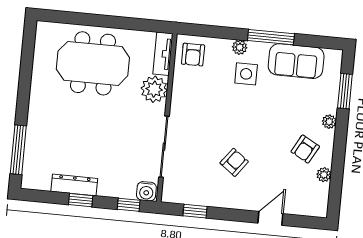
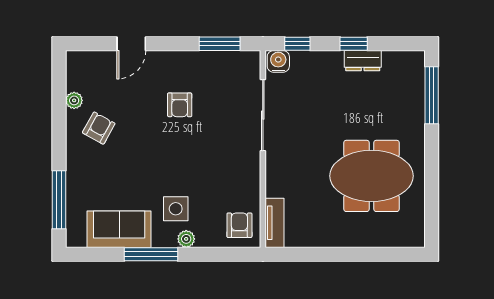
meeting table: (93, 63) -> (372, 176), moved
plant: (154, 89) -> (281, 181), removed
window: (345, 91) -> (59, 200), width x1.44
plant: (329, 122) -> (74, 163), removed
armchair: (234, 162) -> (180, 105), turned -37
dresser: (74, 185) -> (363, 61), width x0.70
window: (195, 211) -> (220, 44), width x1.50

